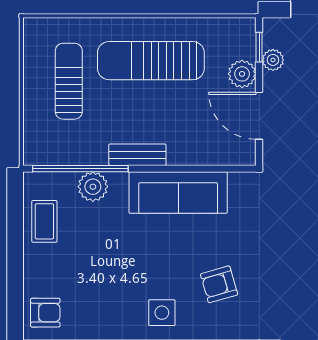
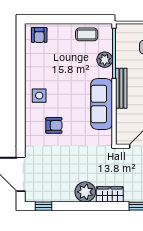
bench: (137, 155) -> (121, 88), width x1.36
armchair: (219, 284) -> (54, 125), turned 106

